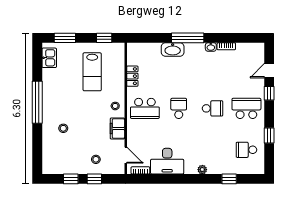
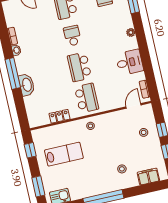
school desk: (179, 108) -> (79, 67), width x1.85
filing cabinet: (117, 129) -> (148, 177), moved, turned 180
desk: (167, 161) -> (130, 62), width x0.73

